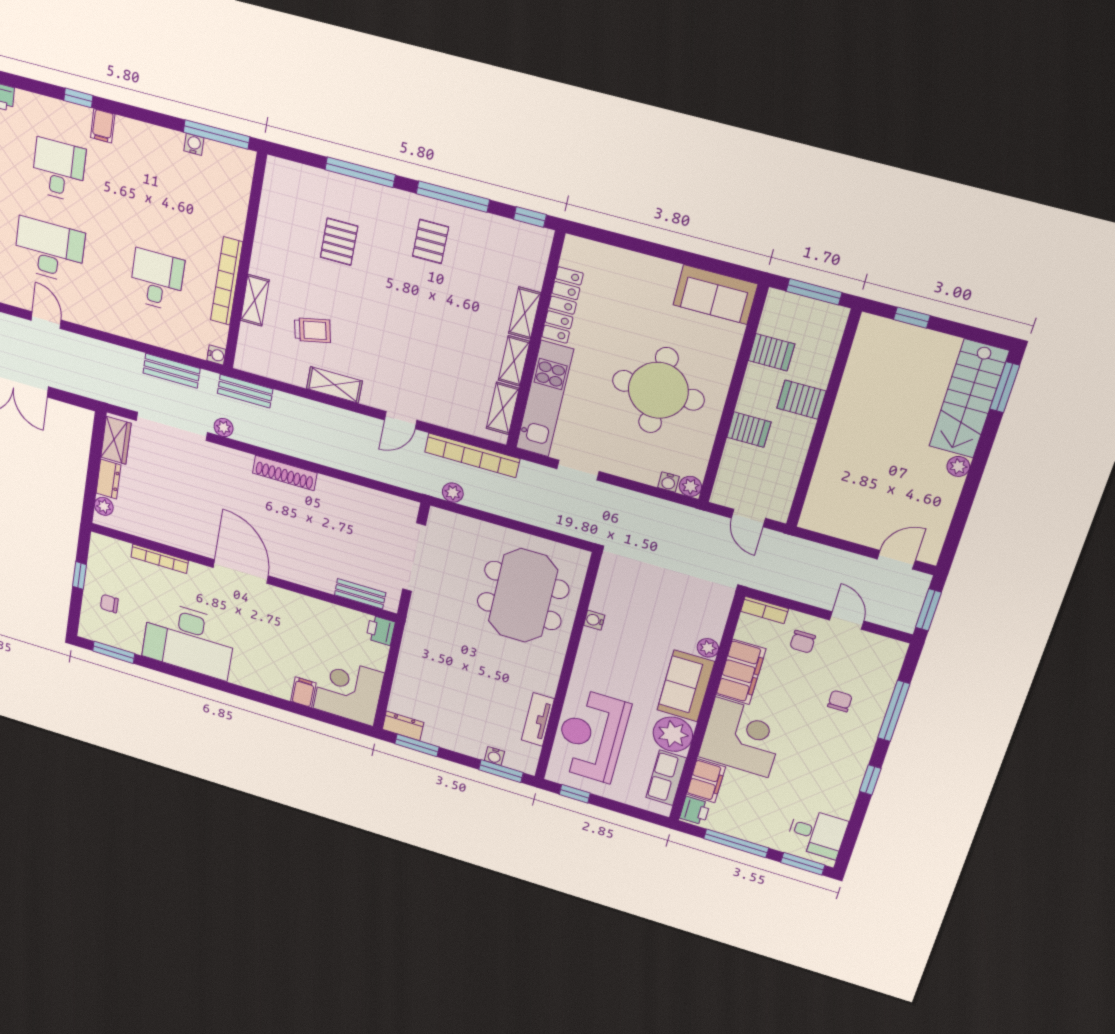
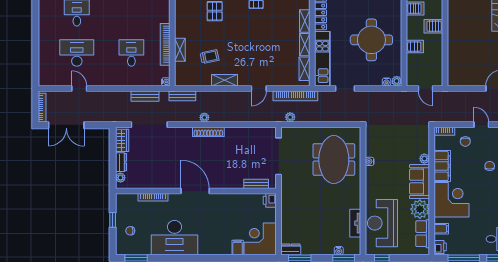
plant: (224, 427) -> (204, 117), moved
filing cabinet: (706, 781) -> (441, 229), width x0.50

